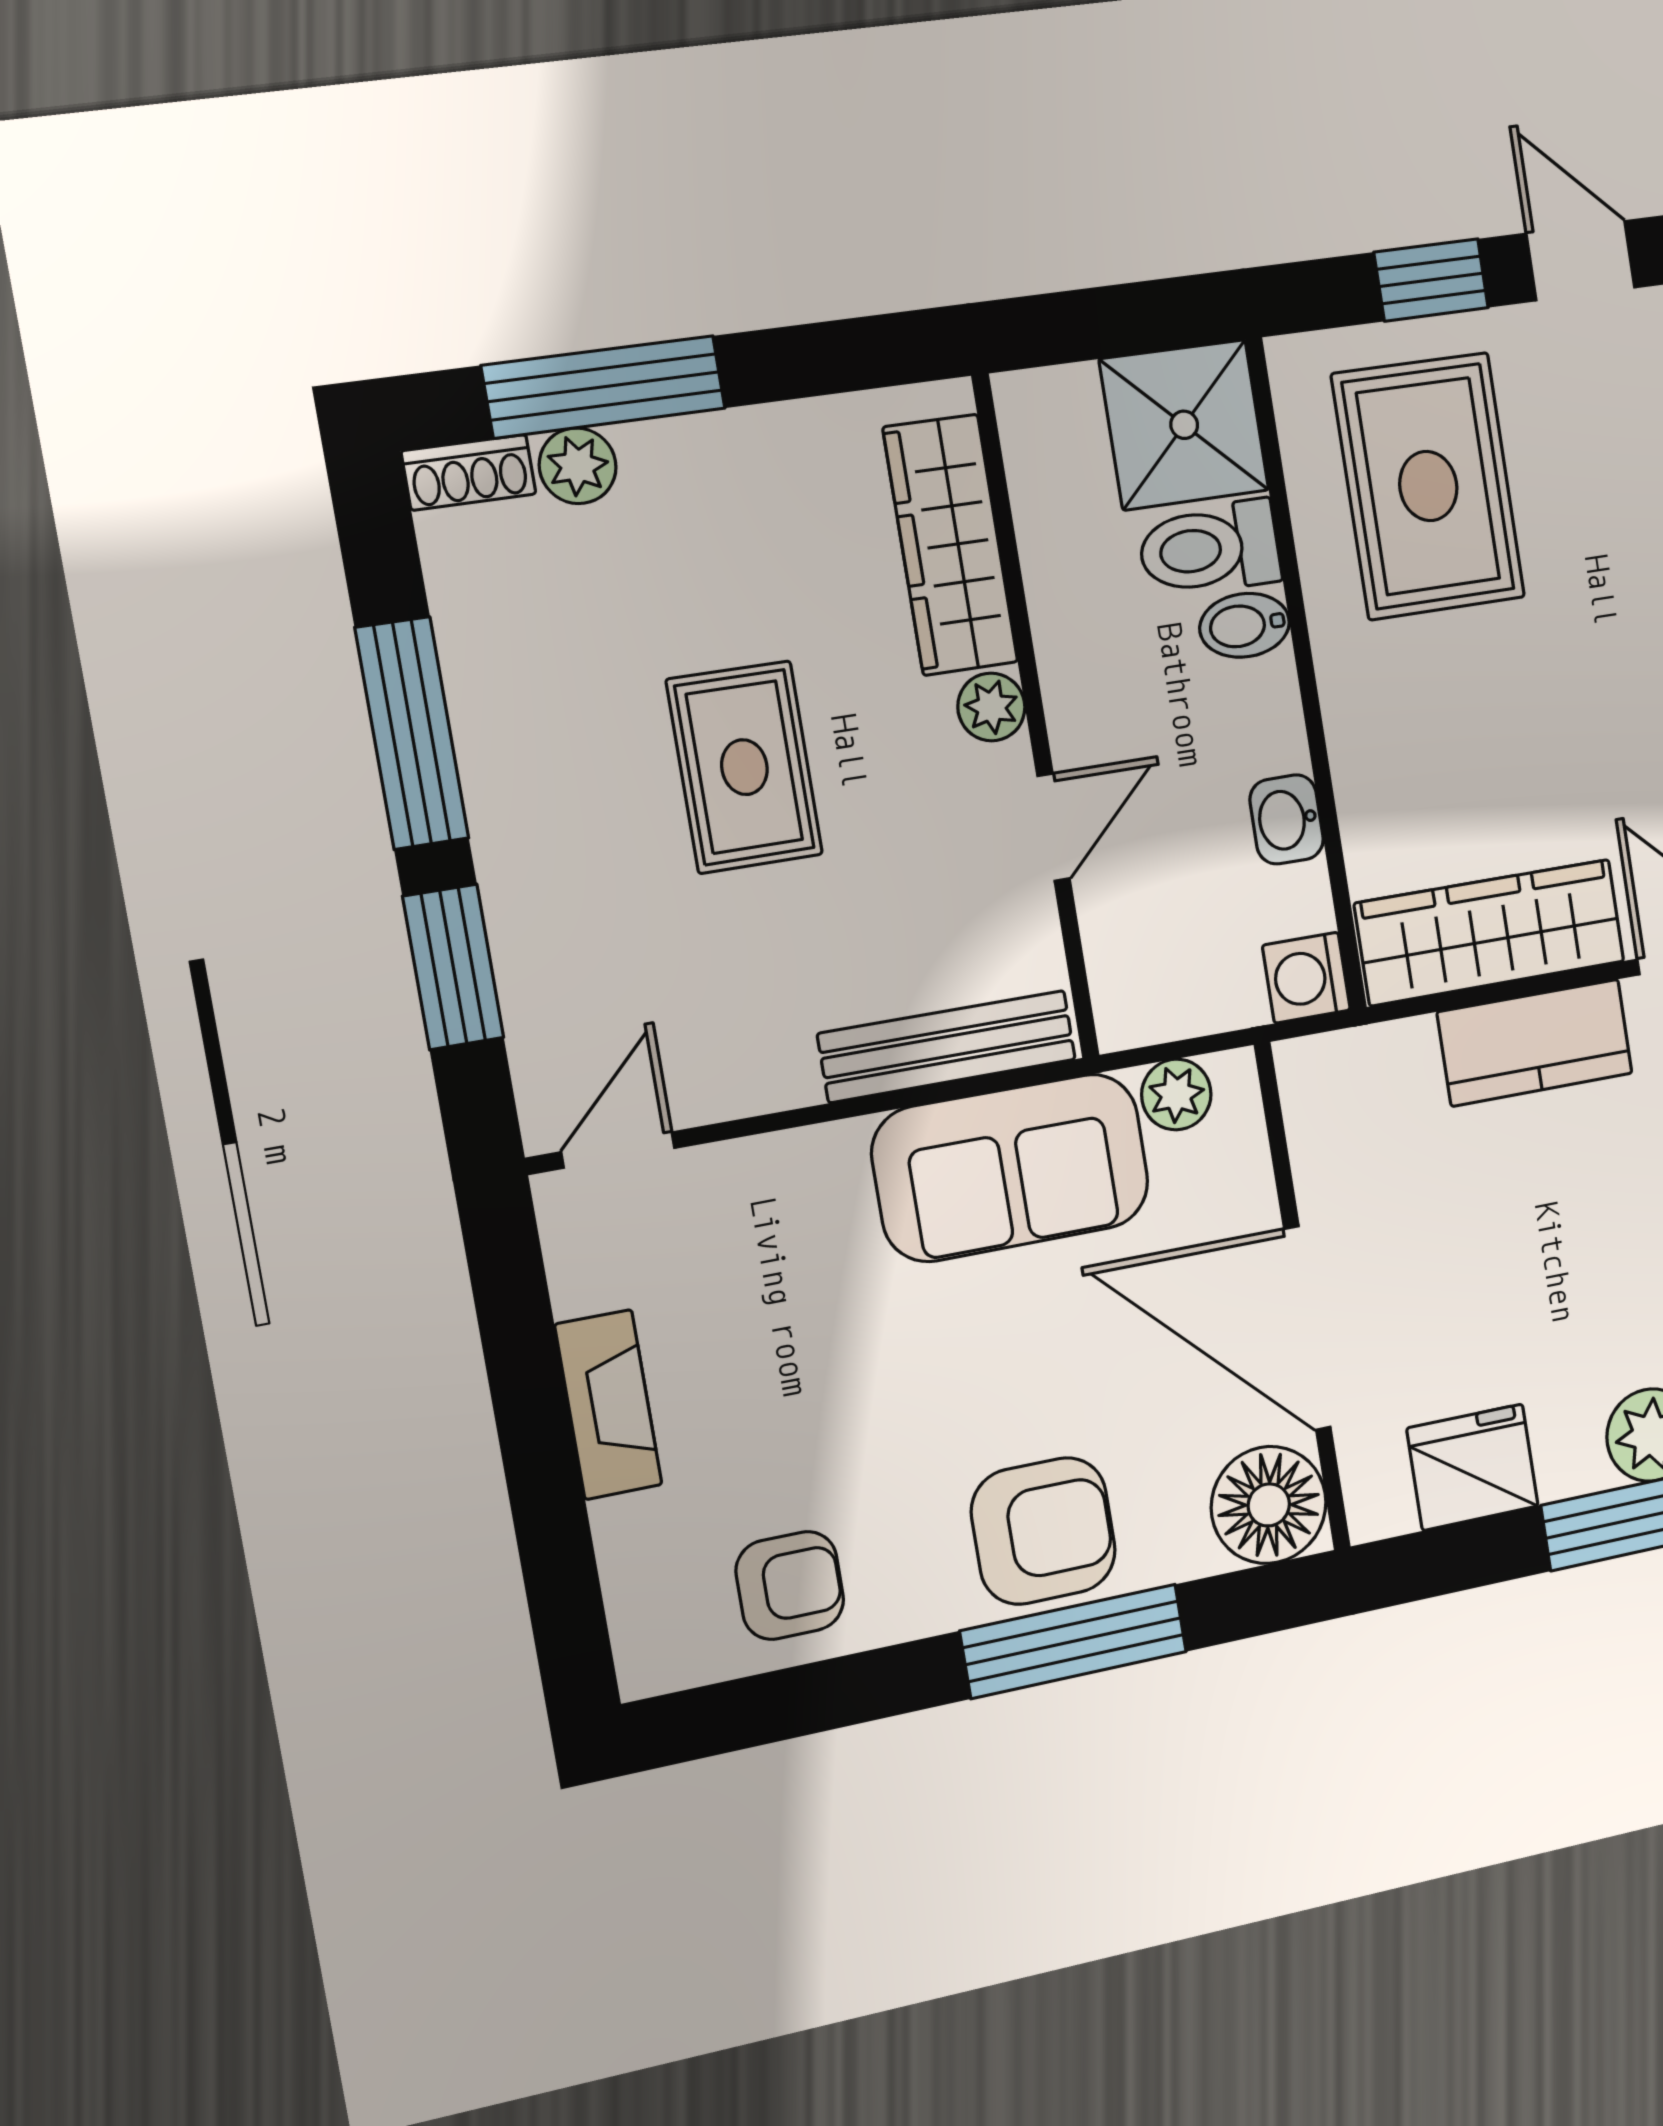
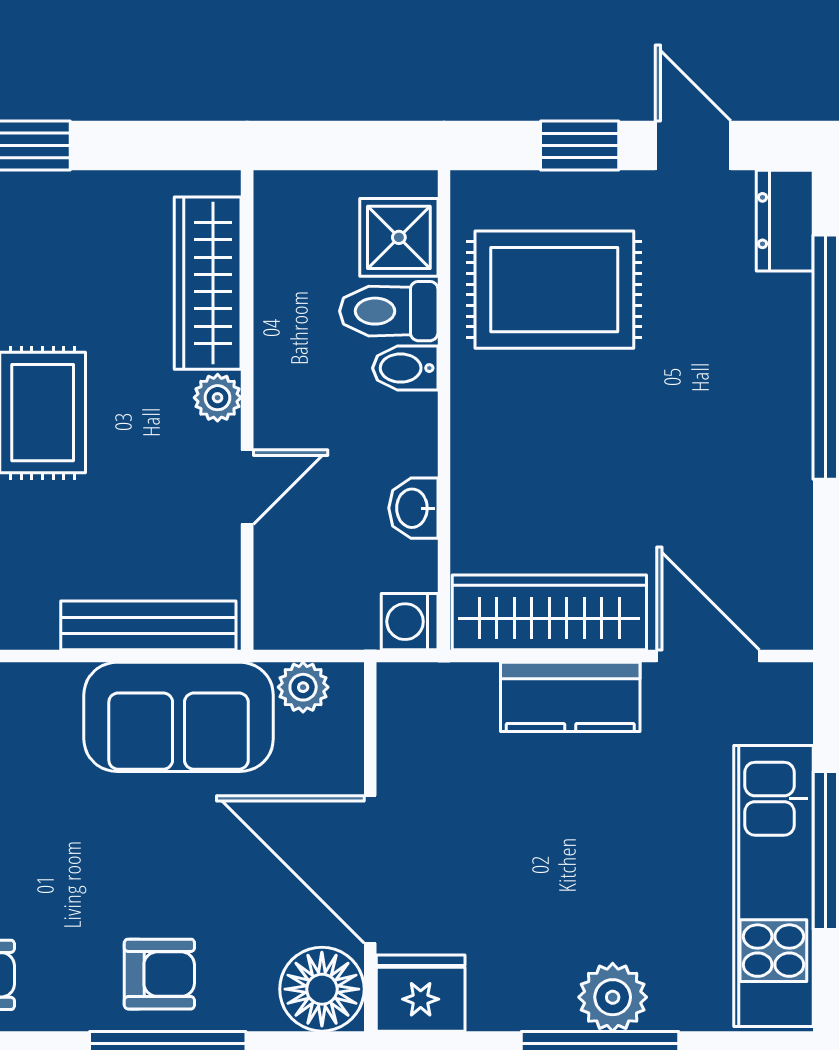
shower: (1184, 425) -> (399, 237), width x0.73, depth x0.73
rug: (1428, 486) -> (554, 290), turned 90
fridge: (1473, 1467) -> (421, 993), moved
armchair: (1043, 1531) -> (159, 974), width x0.72, depth x0.72

